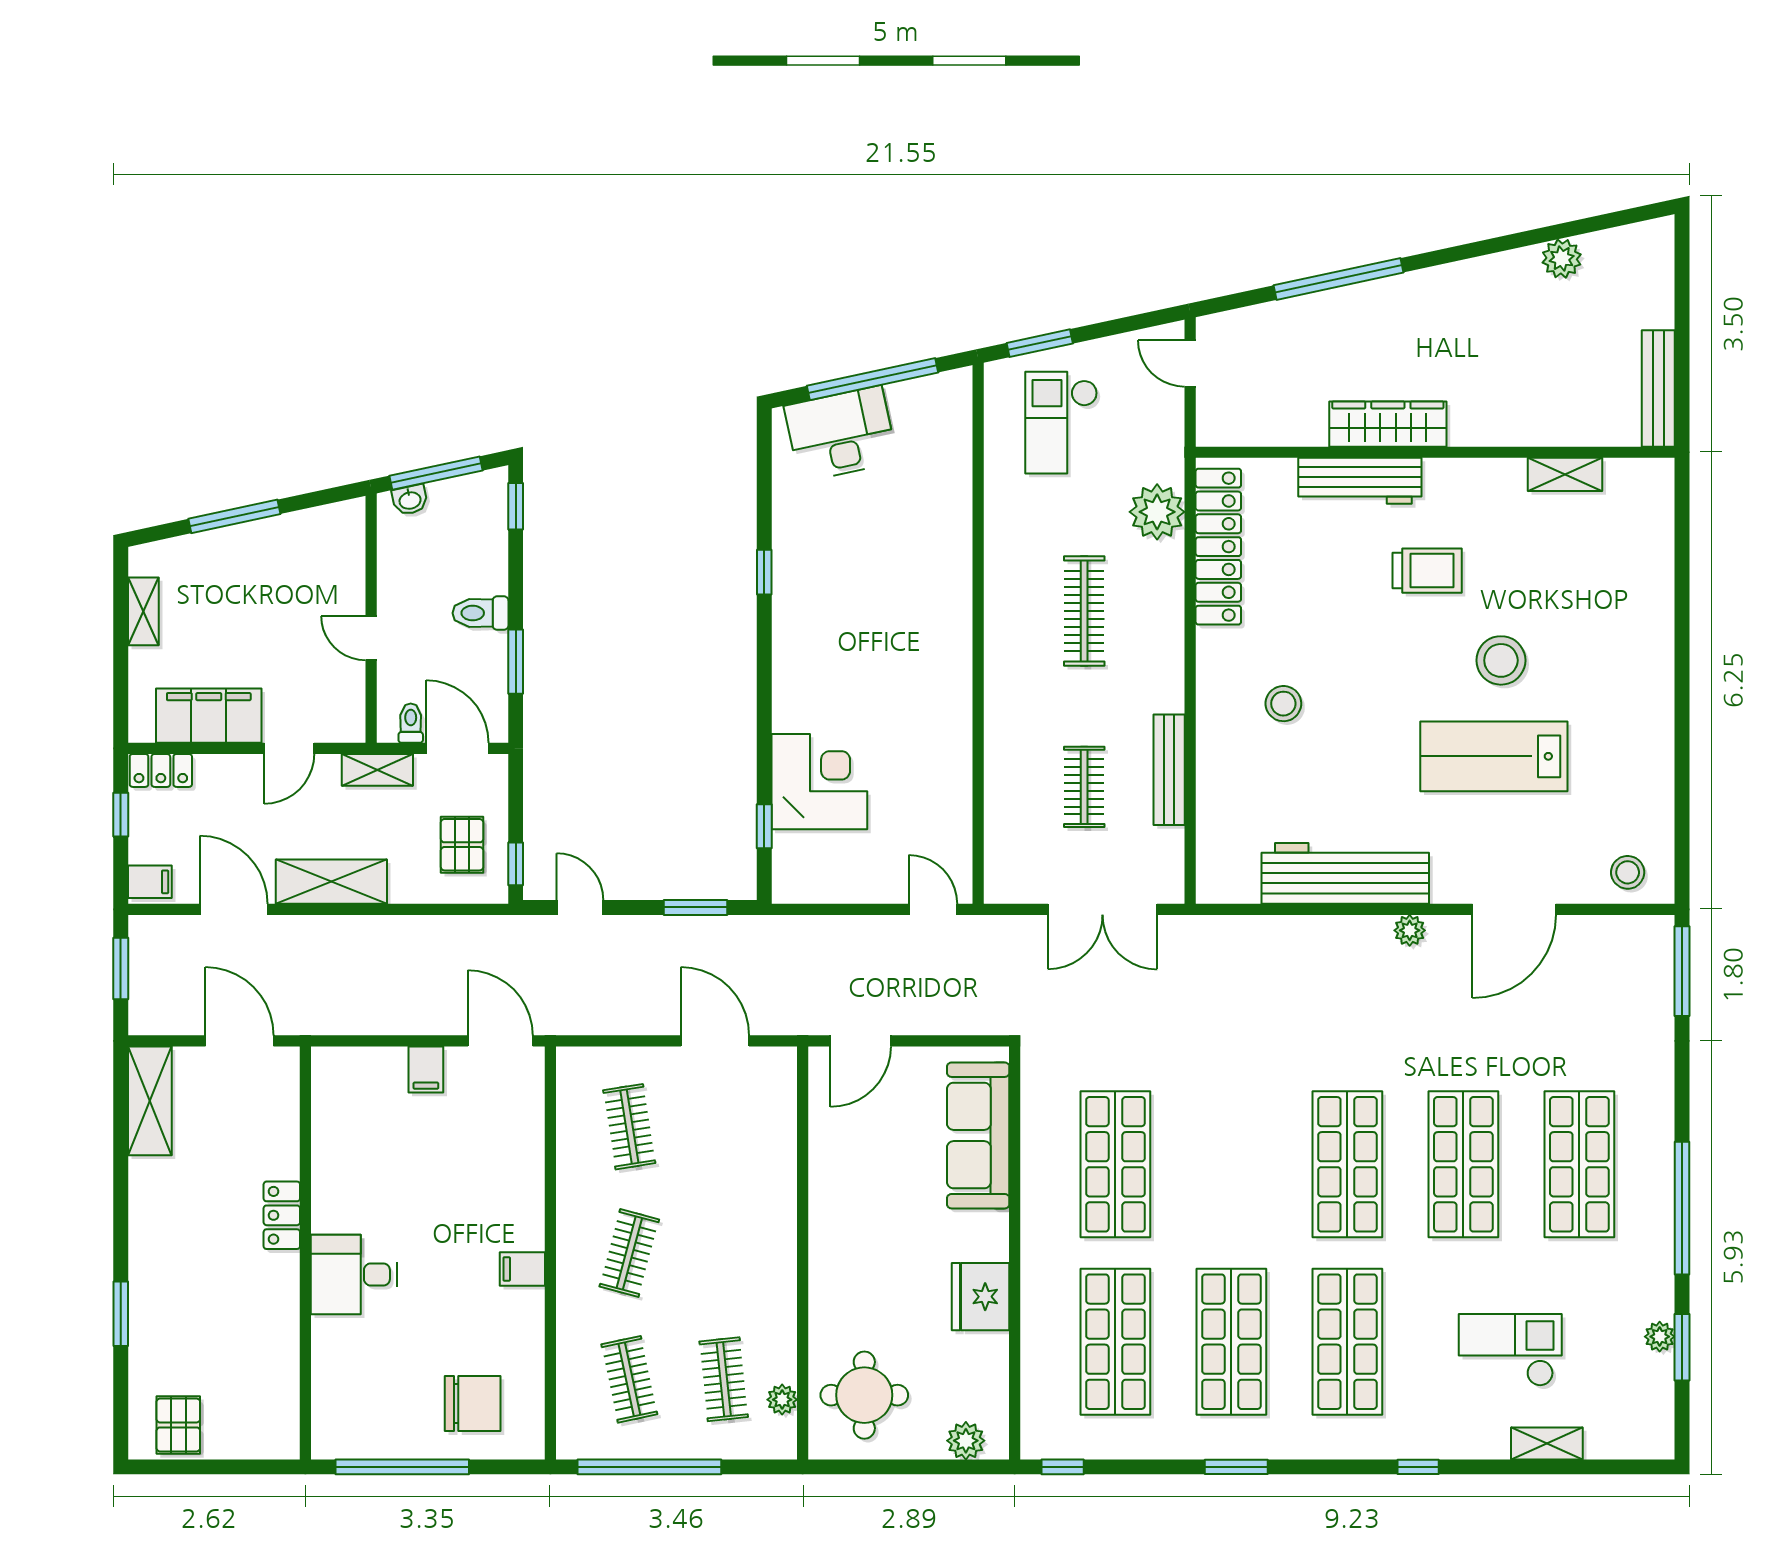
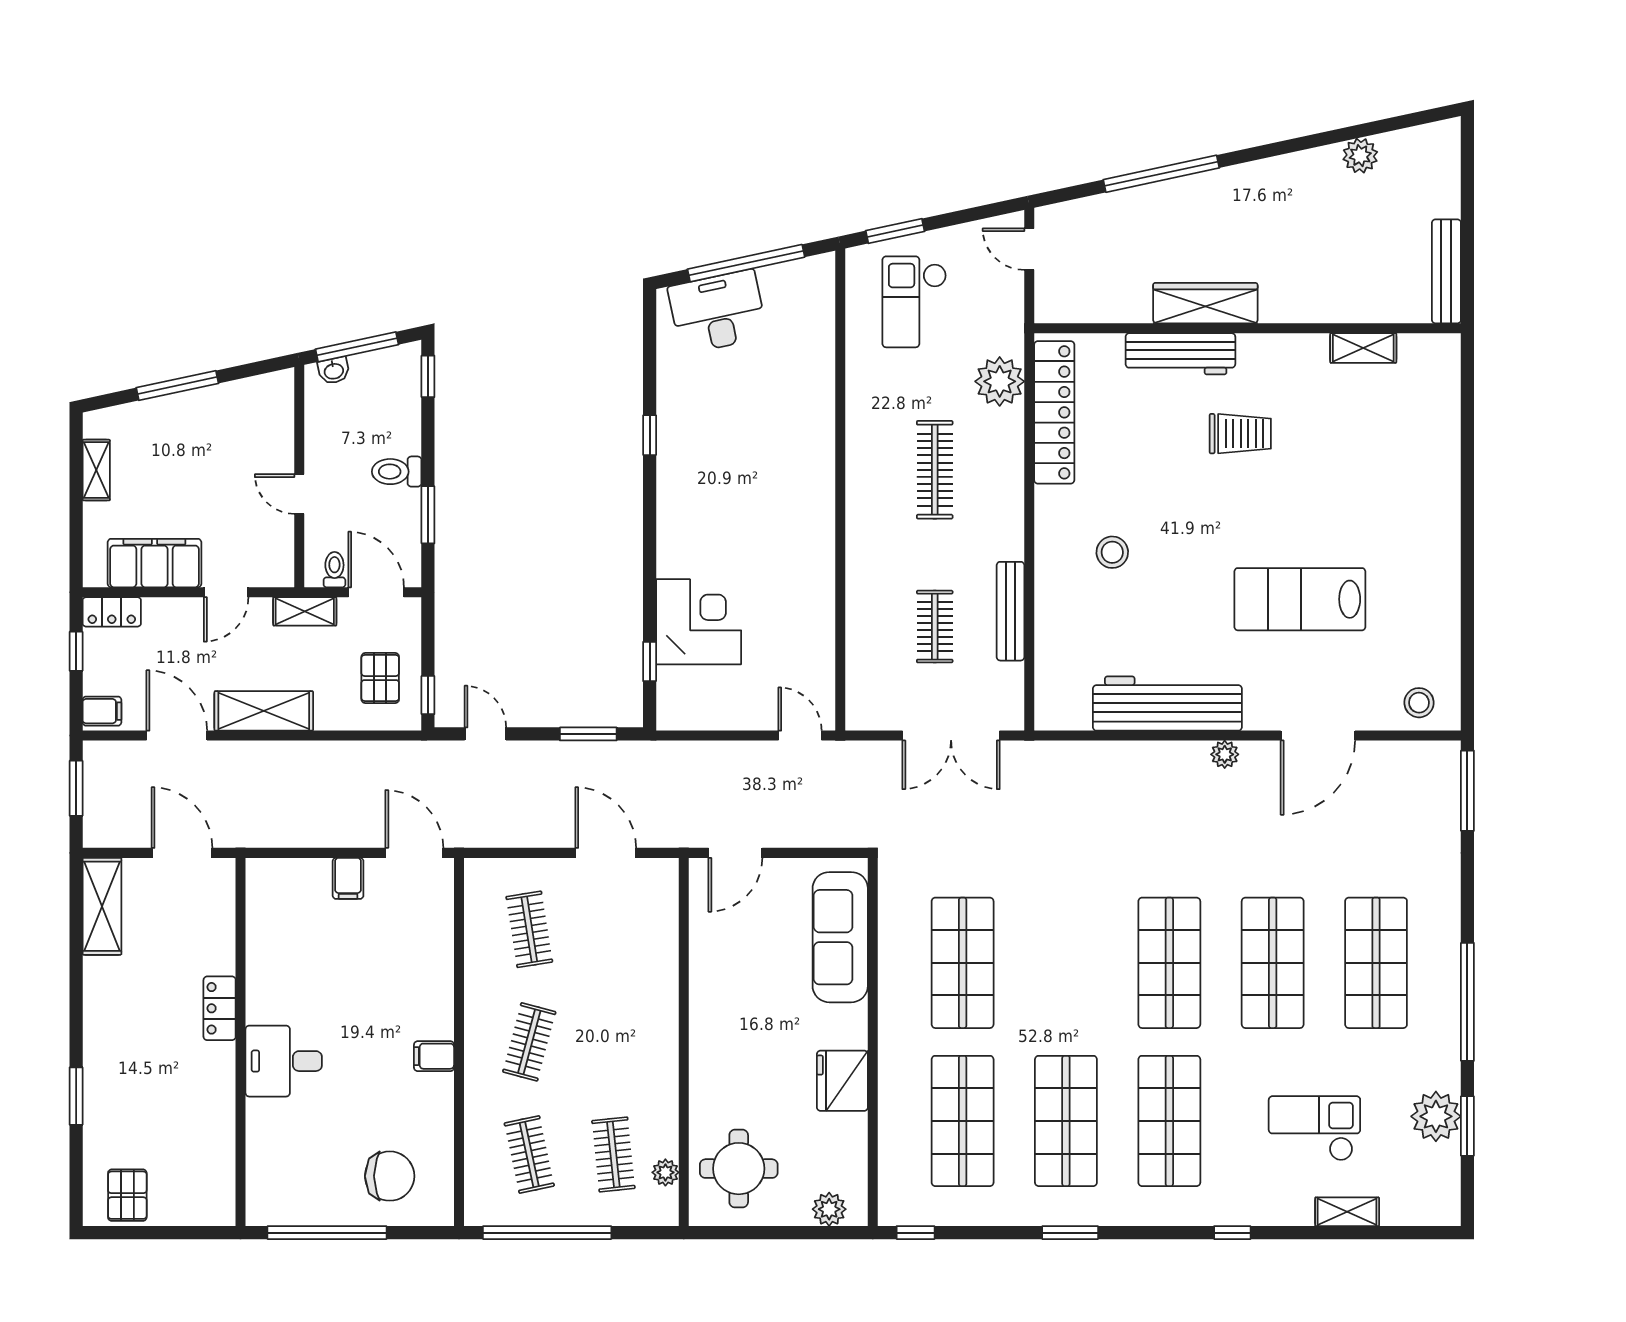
stool: (1501, 660) -> (1306, 514), removed
plant: (1660, 1337) -> (1436, 1116), width x1.87, depth x1.87

